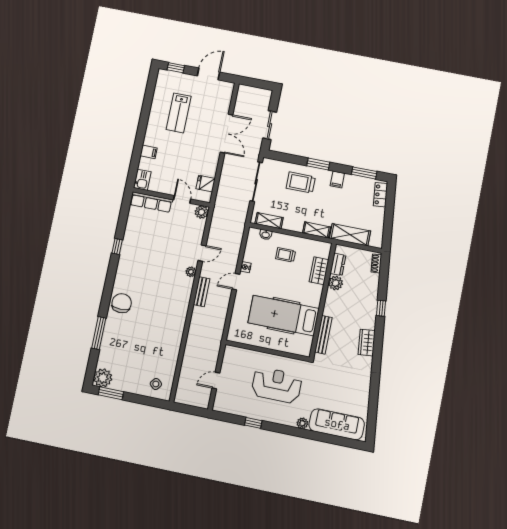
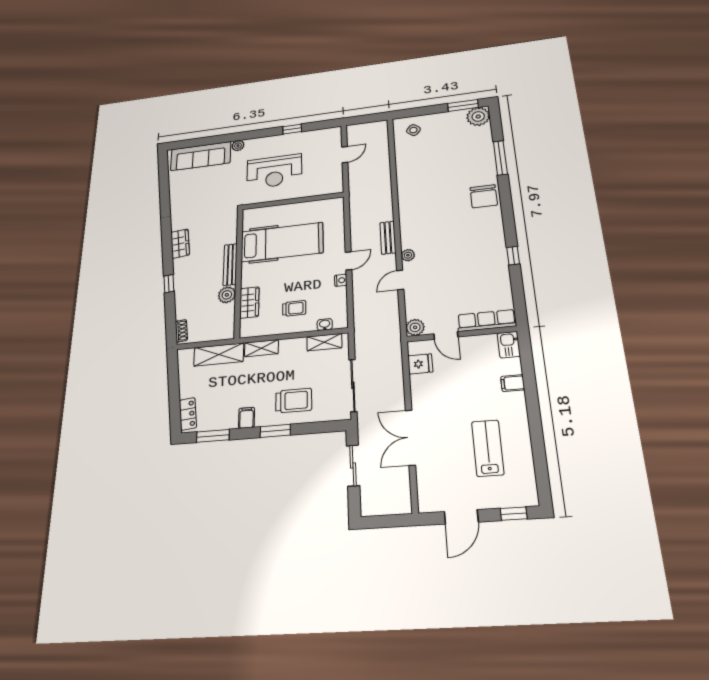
dresser: (338, 264) -> (228, 316), removed
bench: (323, 335) -> (230, 265), moved

